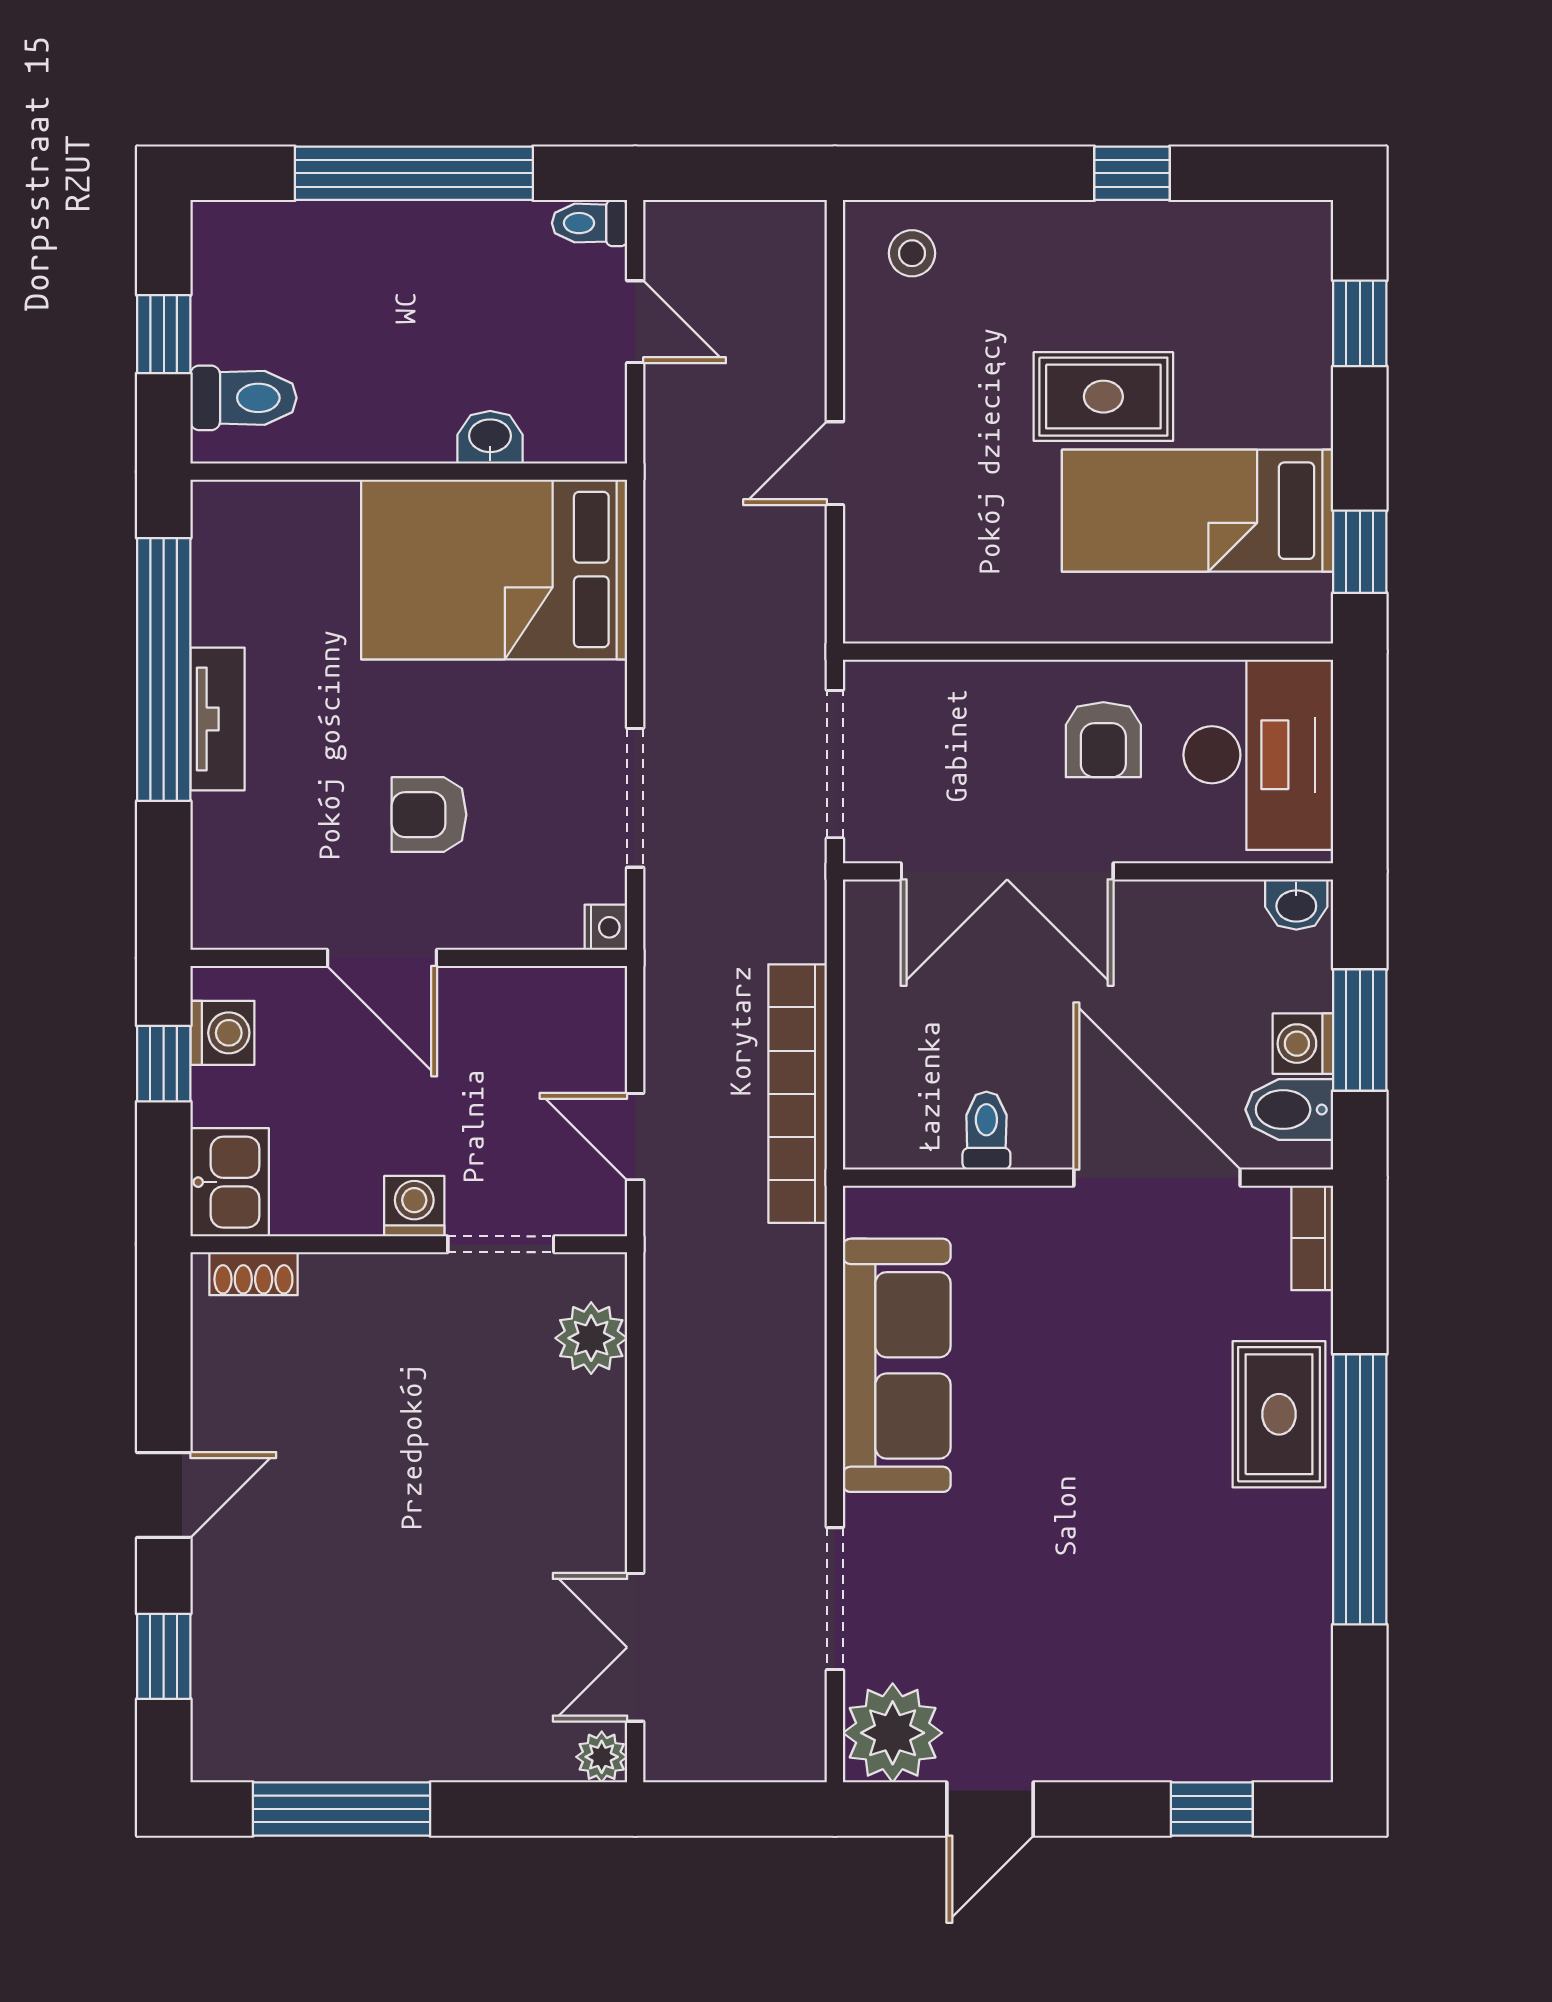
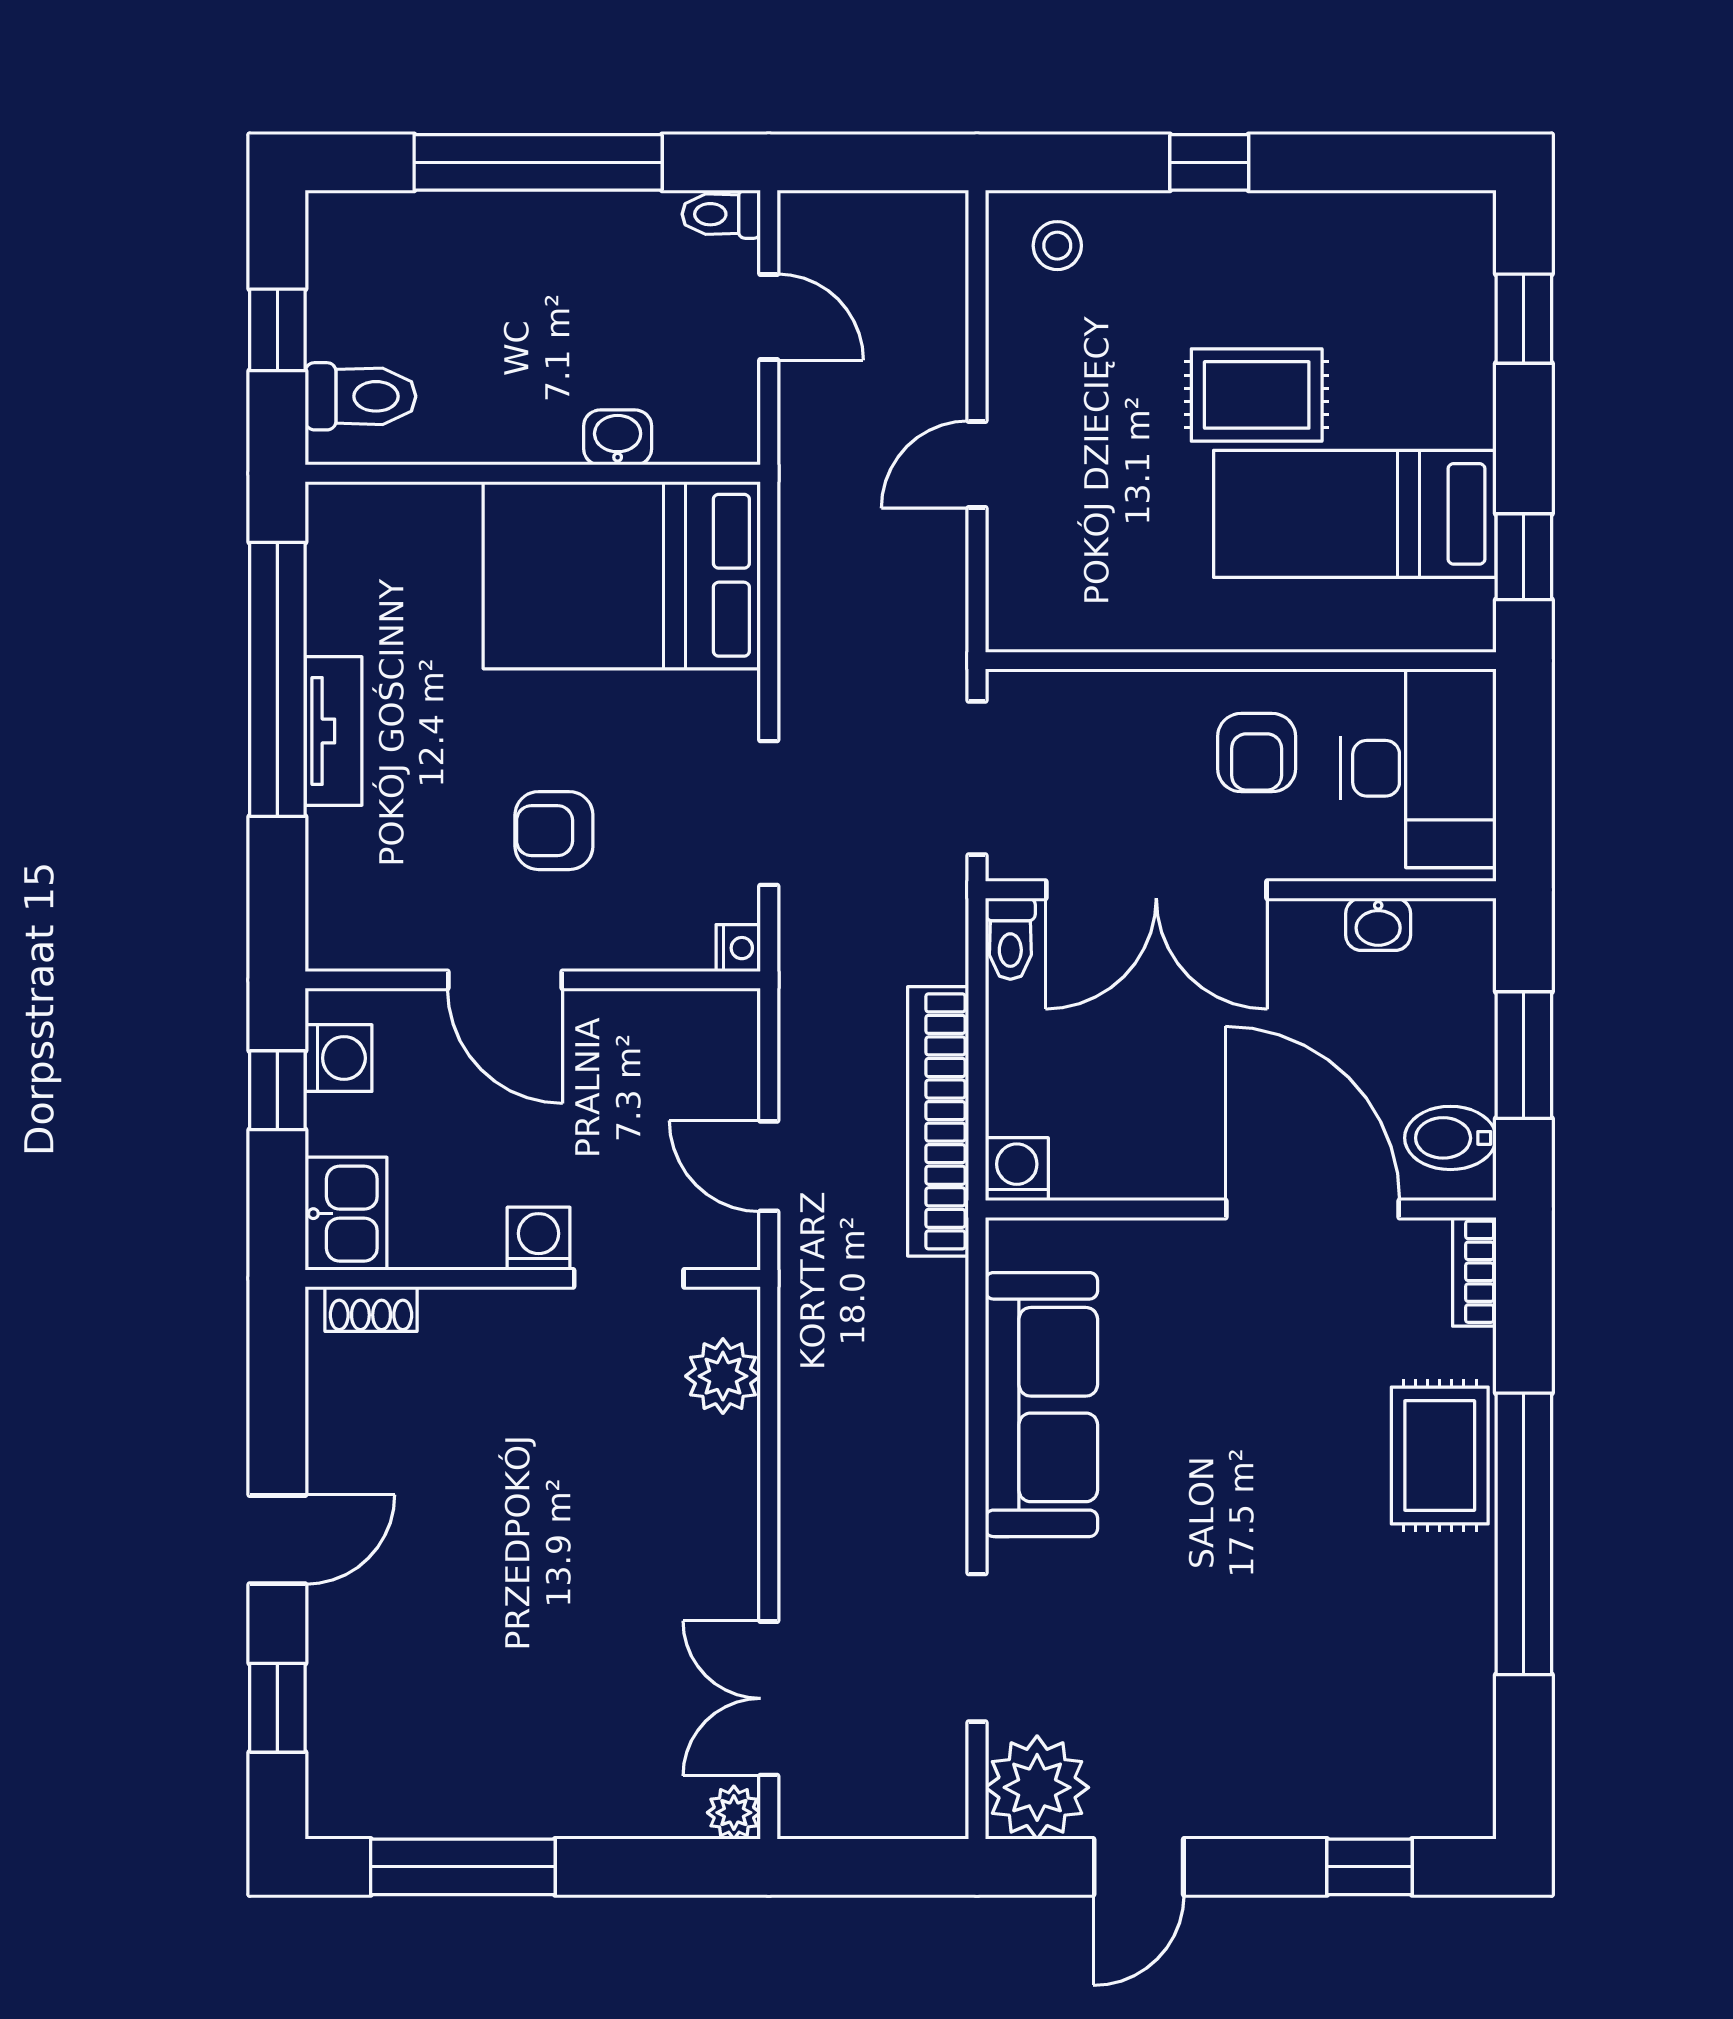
window: (1132, 173) -> (1209, 162), moved
washbasin: (1296, 904) -> (1378, 924), moved
washing machine: (1303, 1044) -> (1017, 1169), moved, turned 90
toilet: (986, 1131) -> (1010, 939), moved, turned 180

